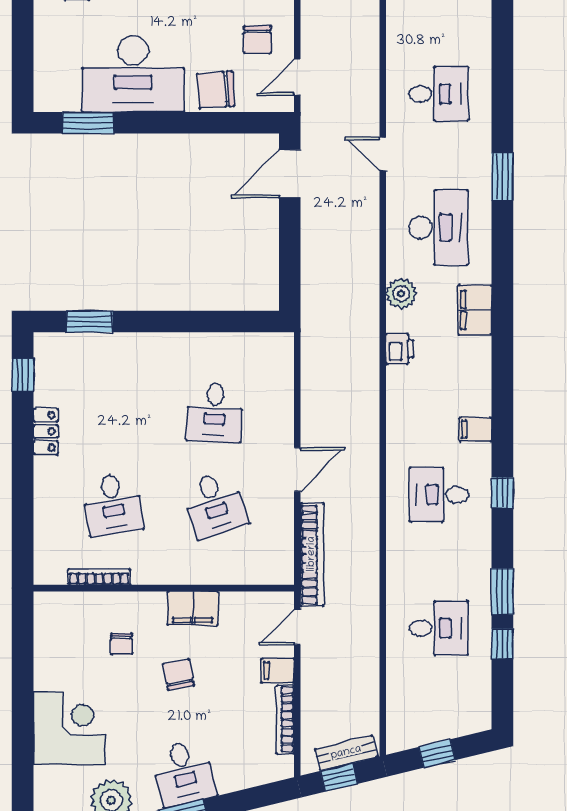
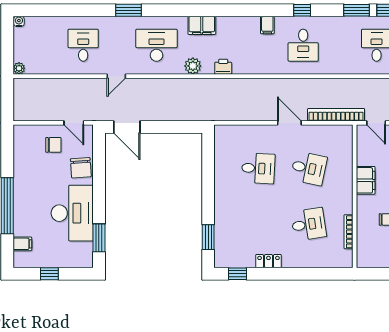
window: (23, 32) -> (49, 274), added
desk: (215, 504) -> (309, 168), turned 30

